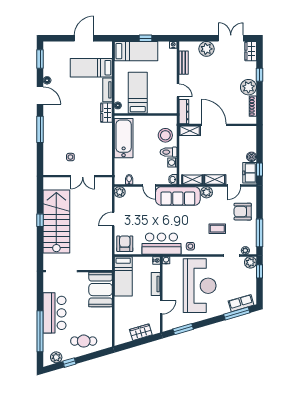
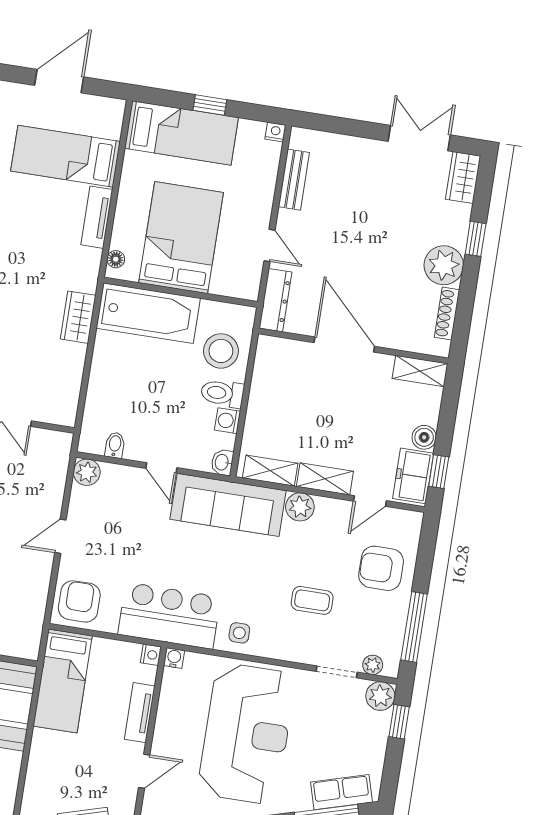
plant: (206, 49) -> (356, 155), removed
bed: (138, 93) -> (181, 238), width x1.50
wardrobe: (106, 113) -> (78, 317), moved
shelving: (190, 131) -> (420, 371), moved
bathtub: (124, 138) -> (148, 313), moved, turned 90

